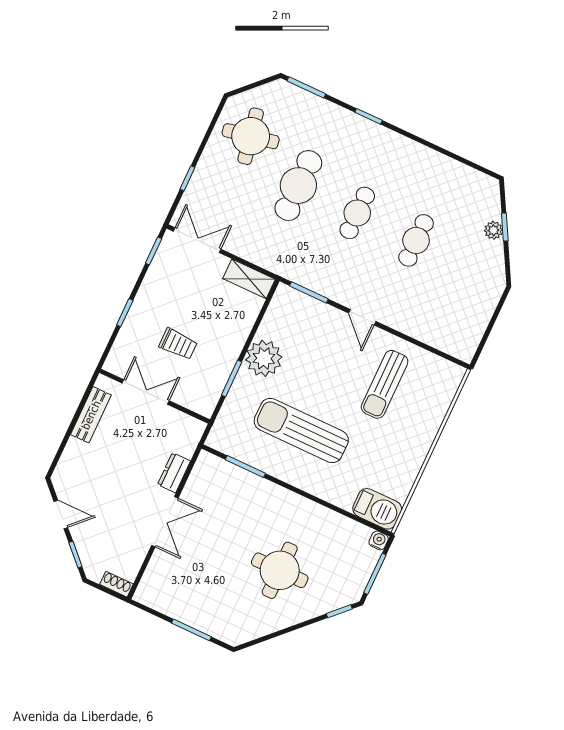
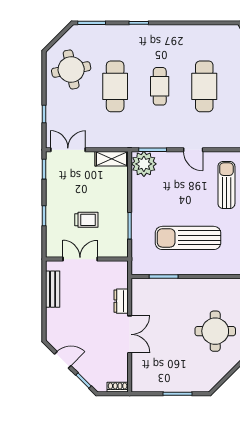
cafe table: (416, 240) -> (204, 86), width x1.37, depth x1.35
plant: (264, 358) -> (144, 164), moved
sun lounger: (385, 384) -> (226, 185), turned 180

